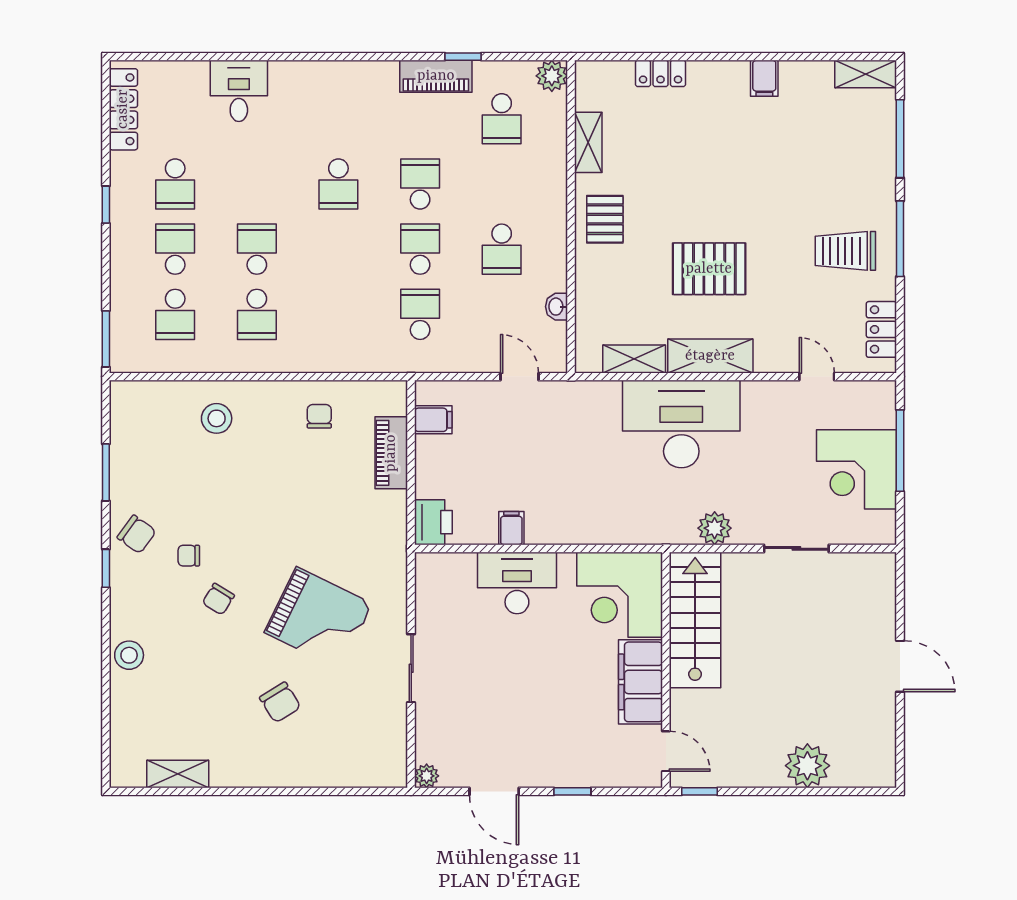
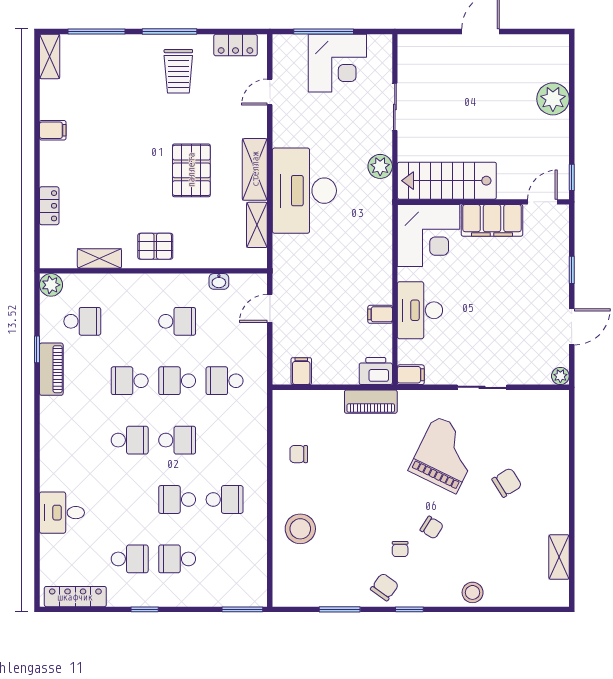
school desk: (175, 314) -> (177, 440), moved
stool: (217, 418) -> (300, 529), width x1.38, depth x1.38
piano: (391, 453) -> (371, 402), moved
filing cabinet: (428, 570) -> (411, 375), added

